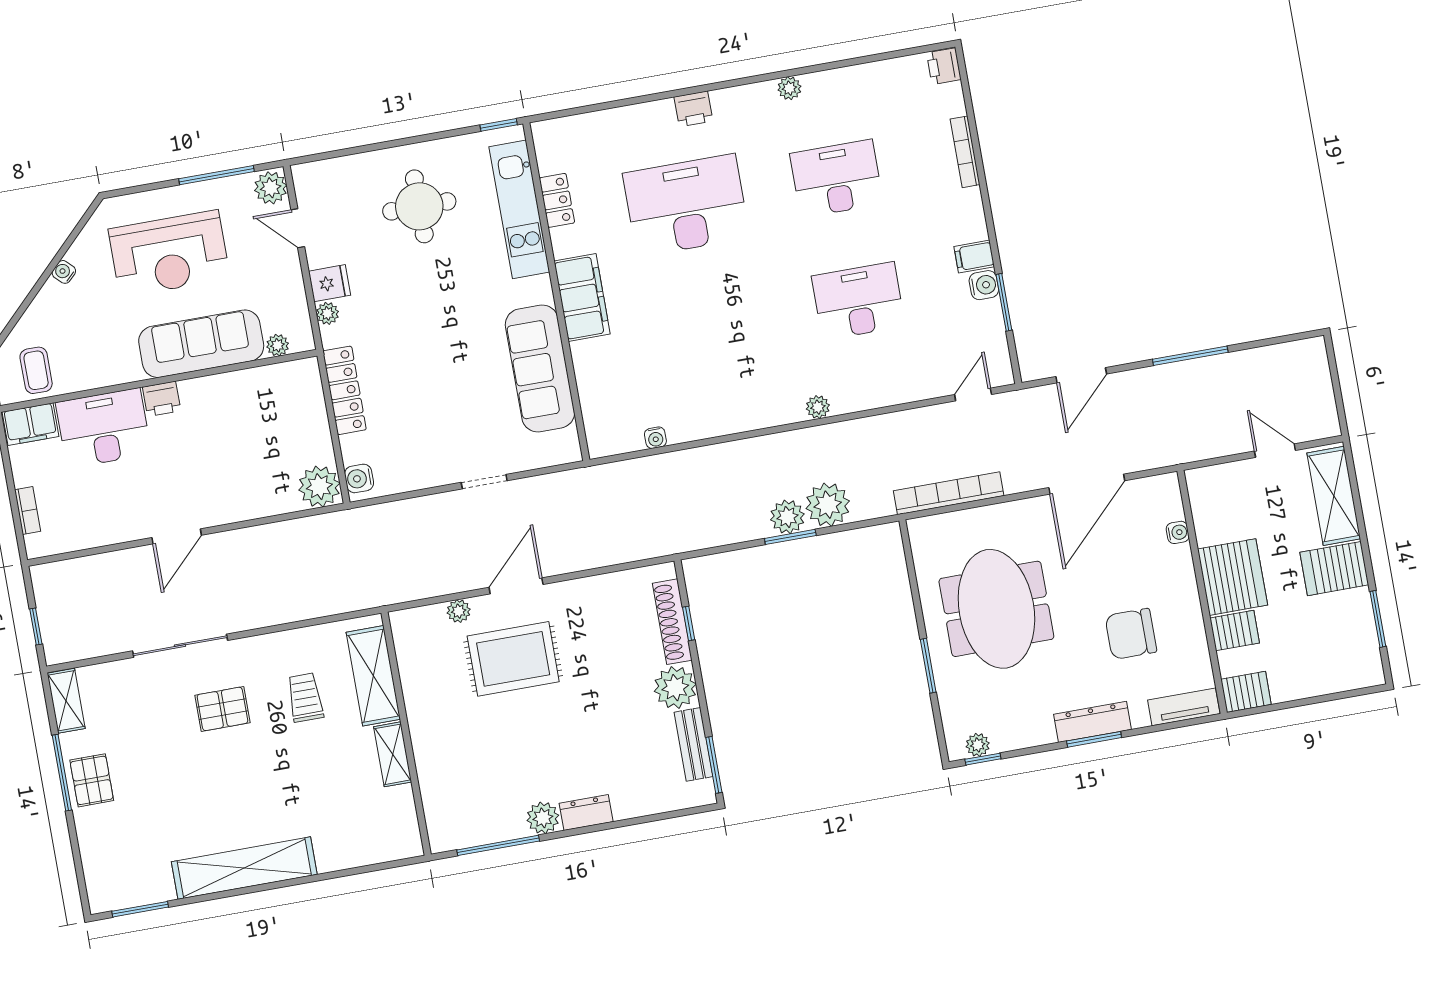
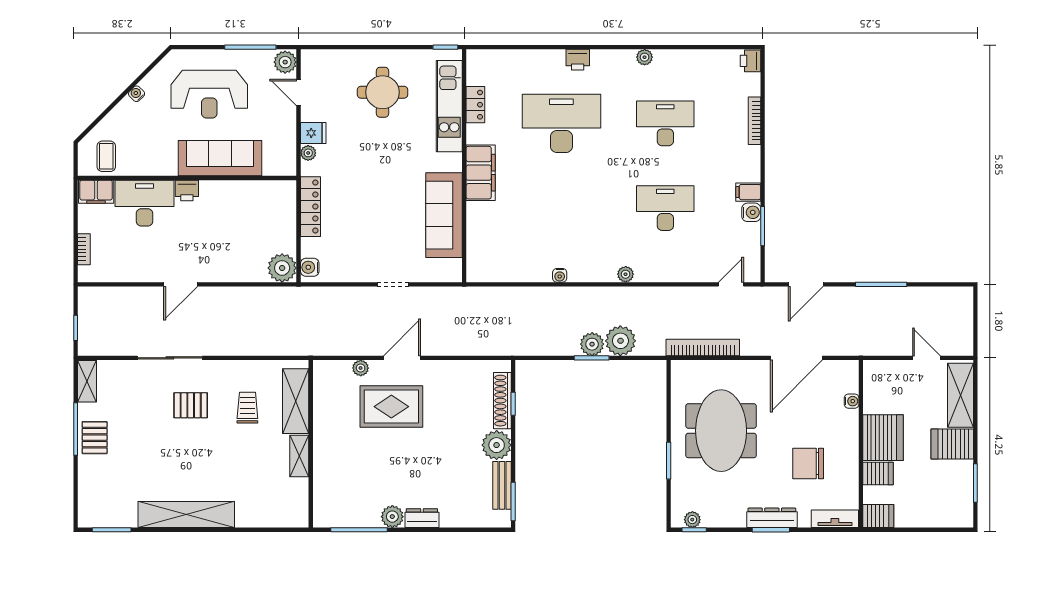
plant: (278, 345) -> (271, 168), removed
water cooler: (655, 438) -> (560, 275), moved

